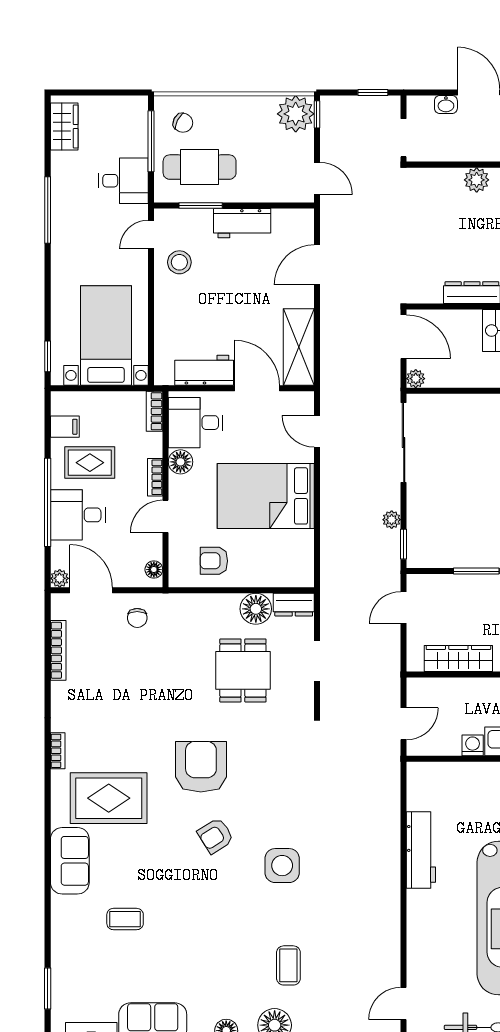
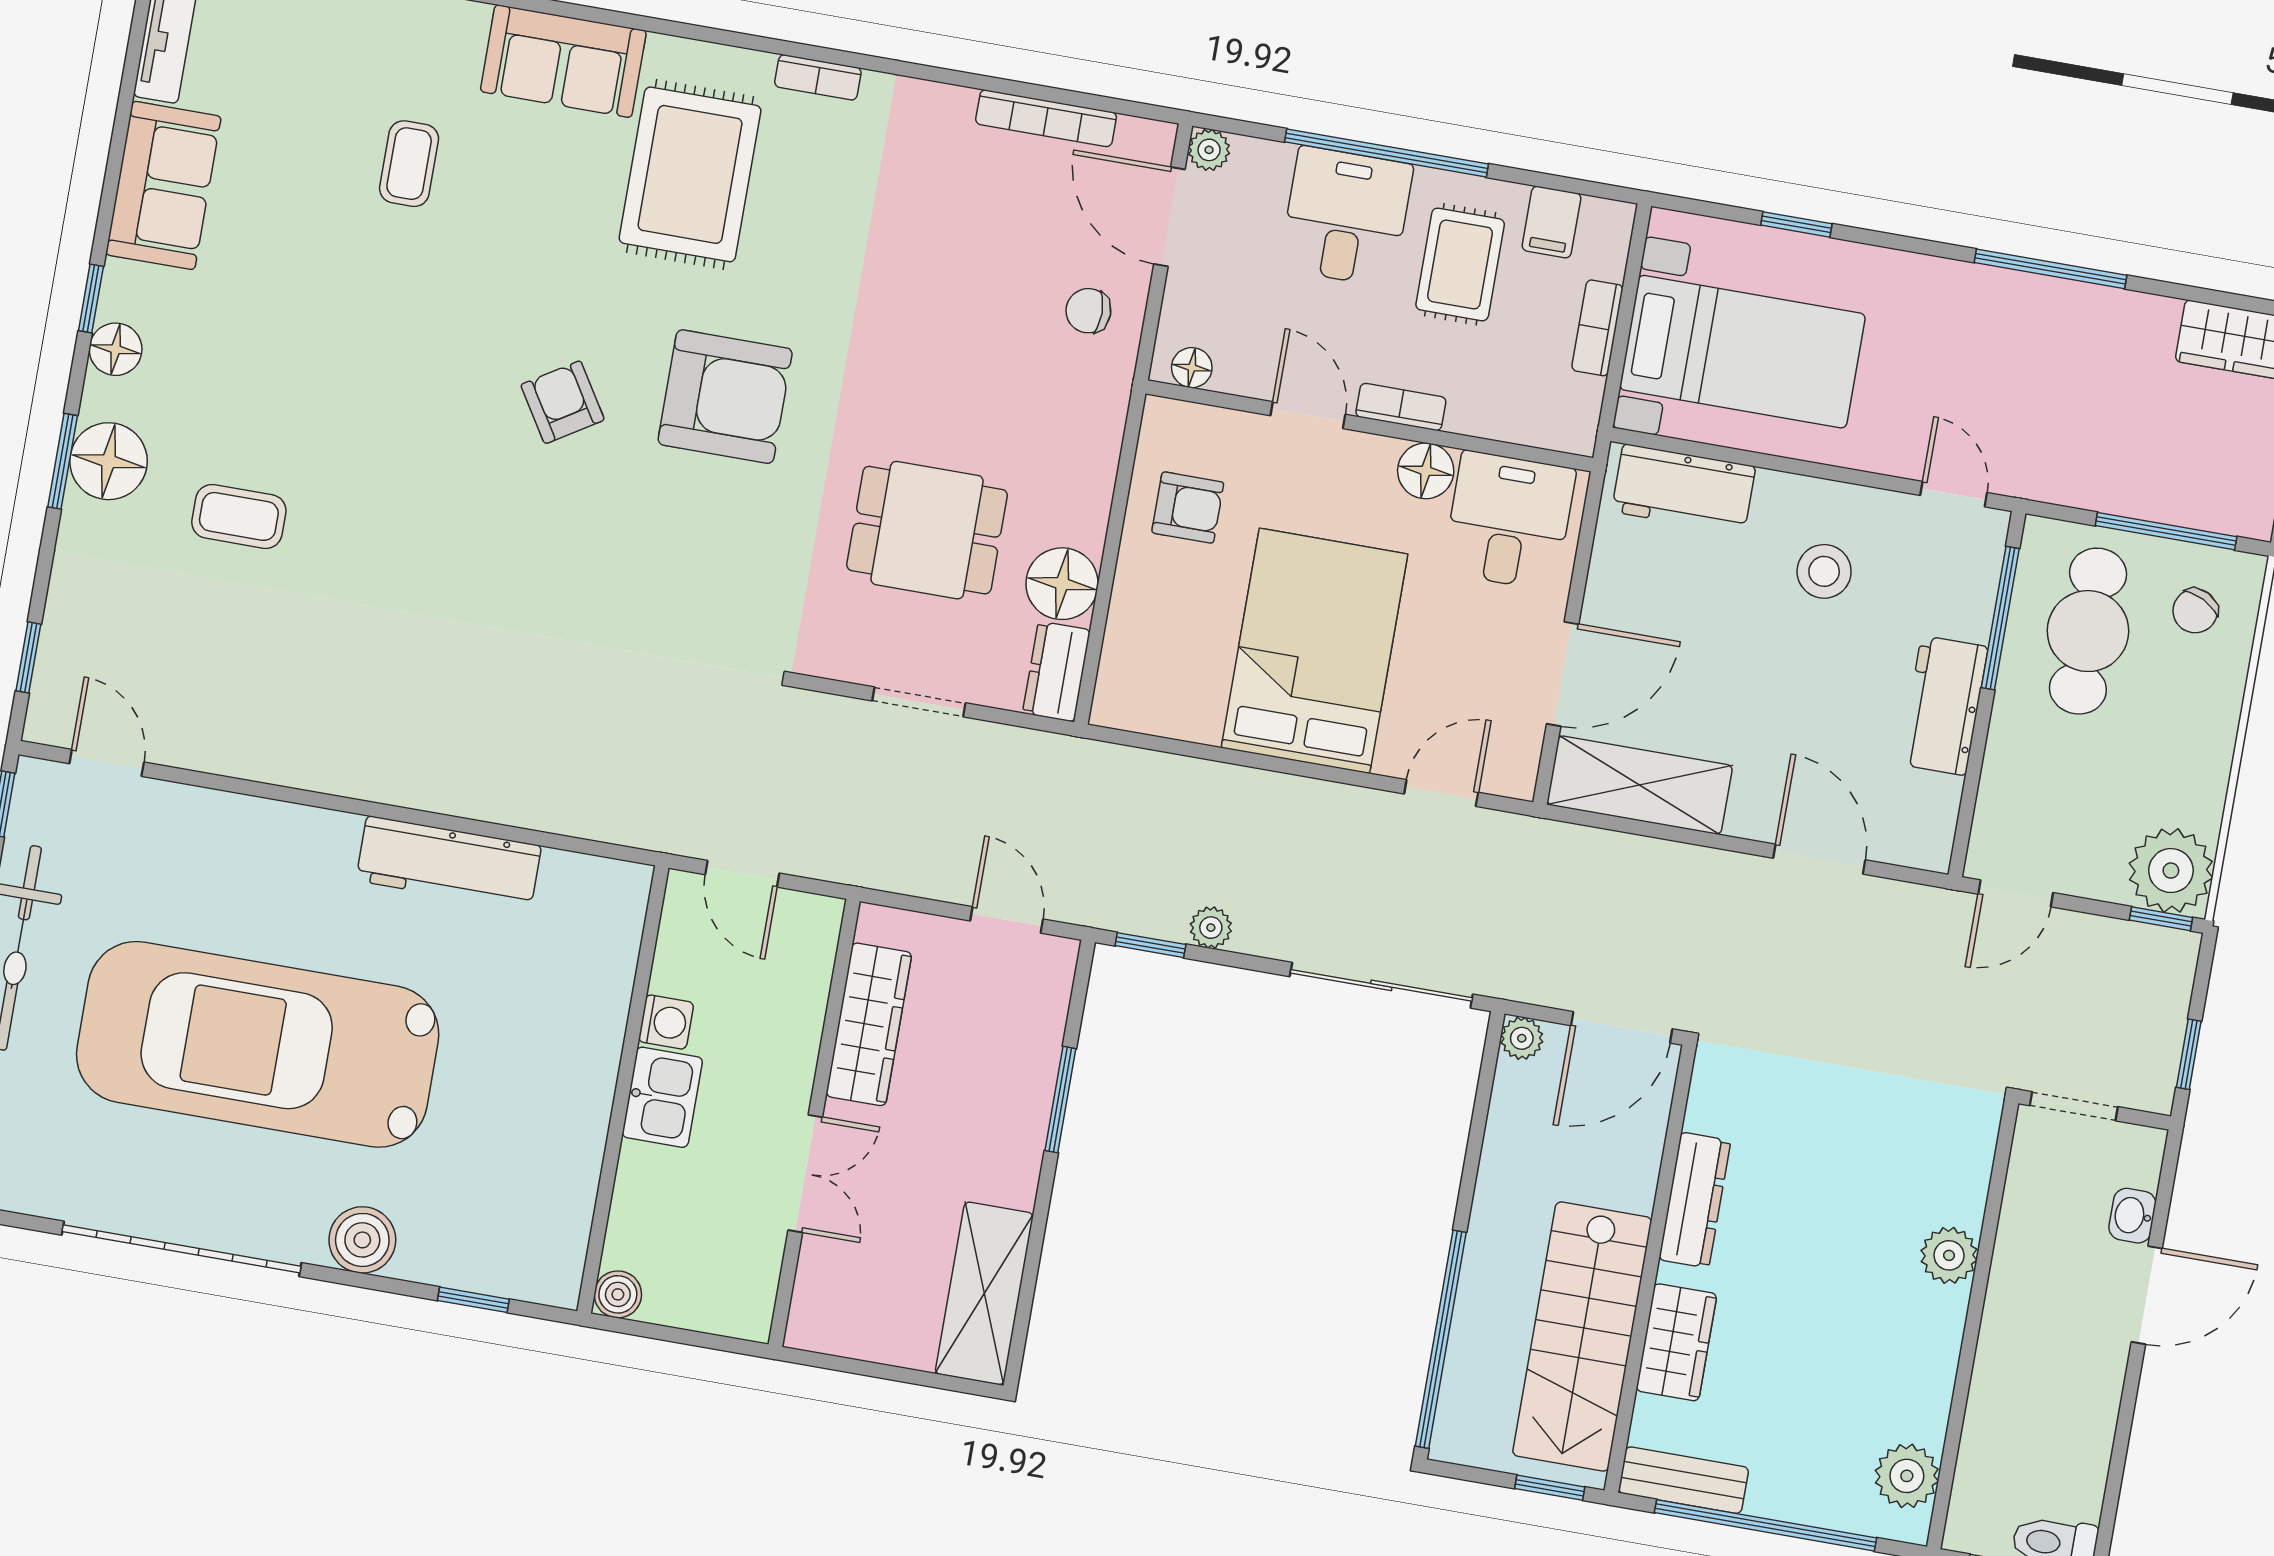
desk: (124, 181) -> (2087, 453), removed
window: (201, 206) -> (2000, 618), width x1.44
stool: (179, 262) -> (1824, 571), moved
window: (48, 356) -> (1796, 224), moved
workbench: (204, 370) -> (1684, 489), moved, turned 90
bookcase: (155, 411) -> (1597, 328), moved, turned -90
armchair: (214, 561) -> (1188, 508), turned 90
door: (91, 590) -> (1169, 217), swing flipped
side table: (282, 866) -> (468, 542), removed

